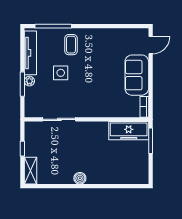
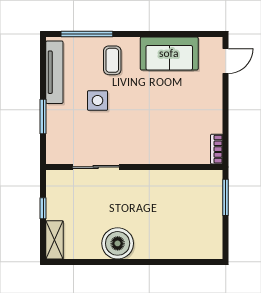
sofa: (137, 75) -> (169, 53), moved, turned -90
plant: (29, 81) -> (53, 112), removed
freezer: (129, 131) -> (194, 183), removed
boiler: (80, 178) -> (118, 243), width x1.86, depth x1.86

